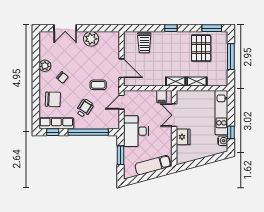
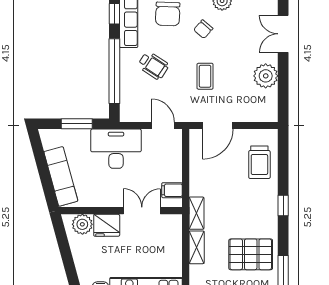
trolley: (144, 43) -> (259, 162), turned -90
coffee table: (98, 85) -> (205, 76), moved
plant: (182, 152) -> (82, 224), added

